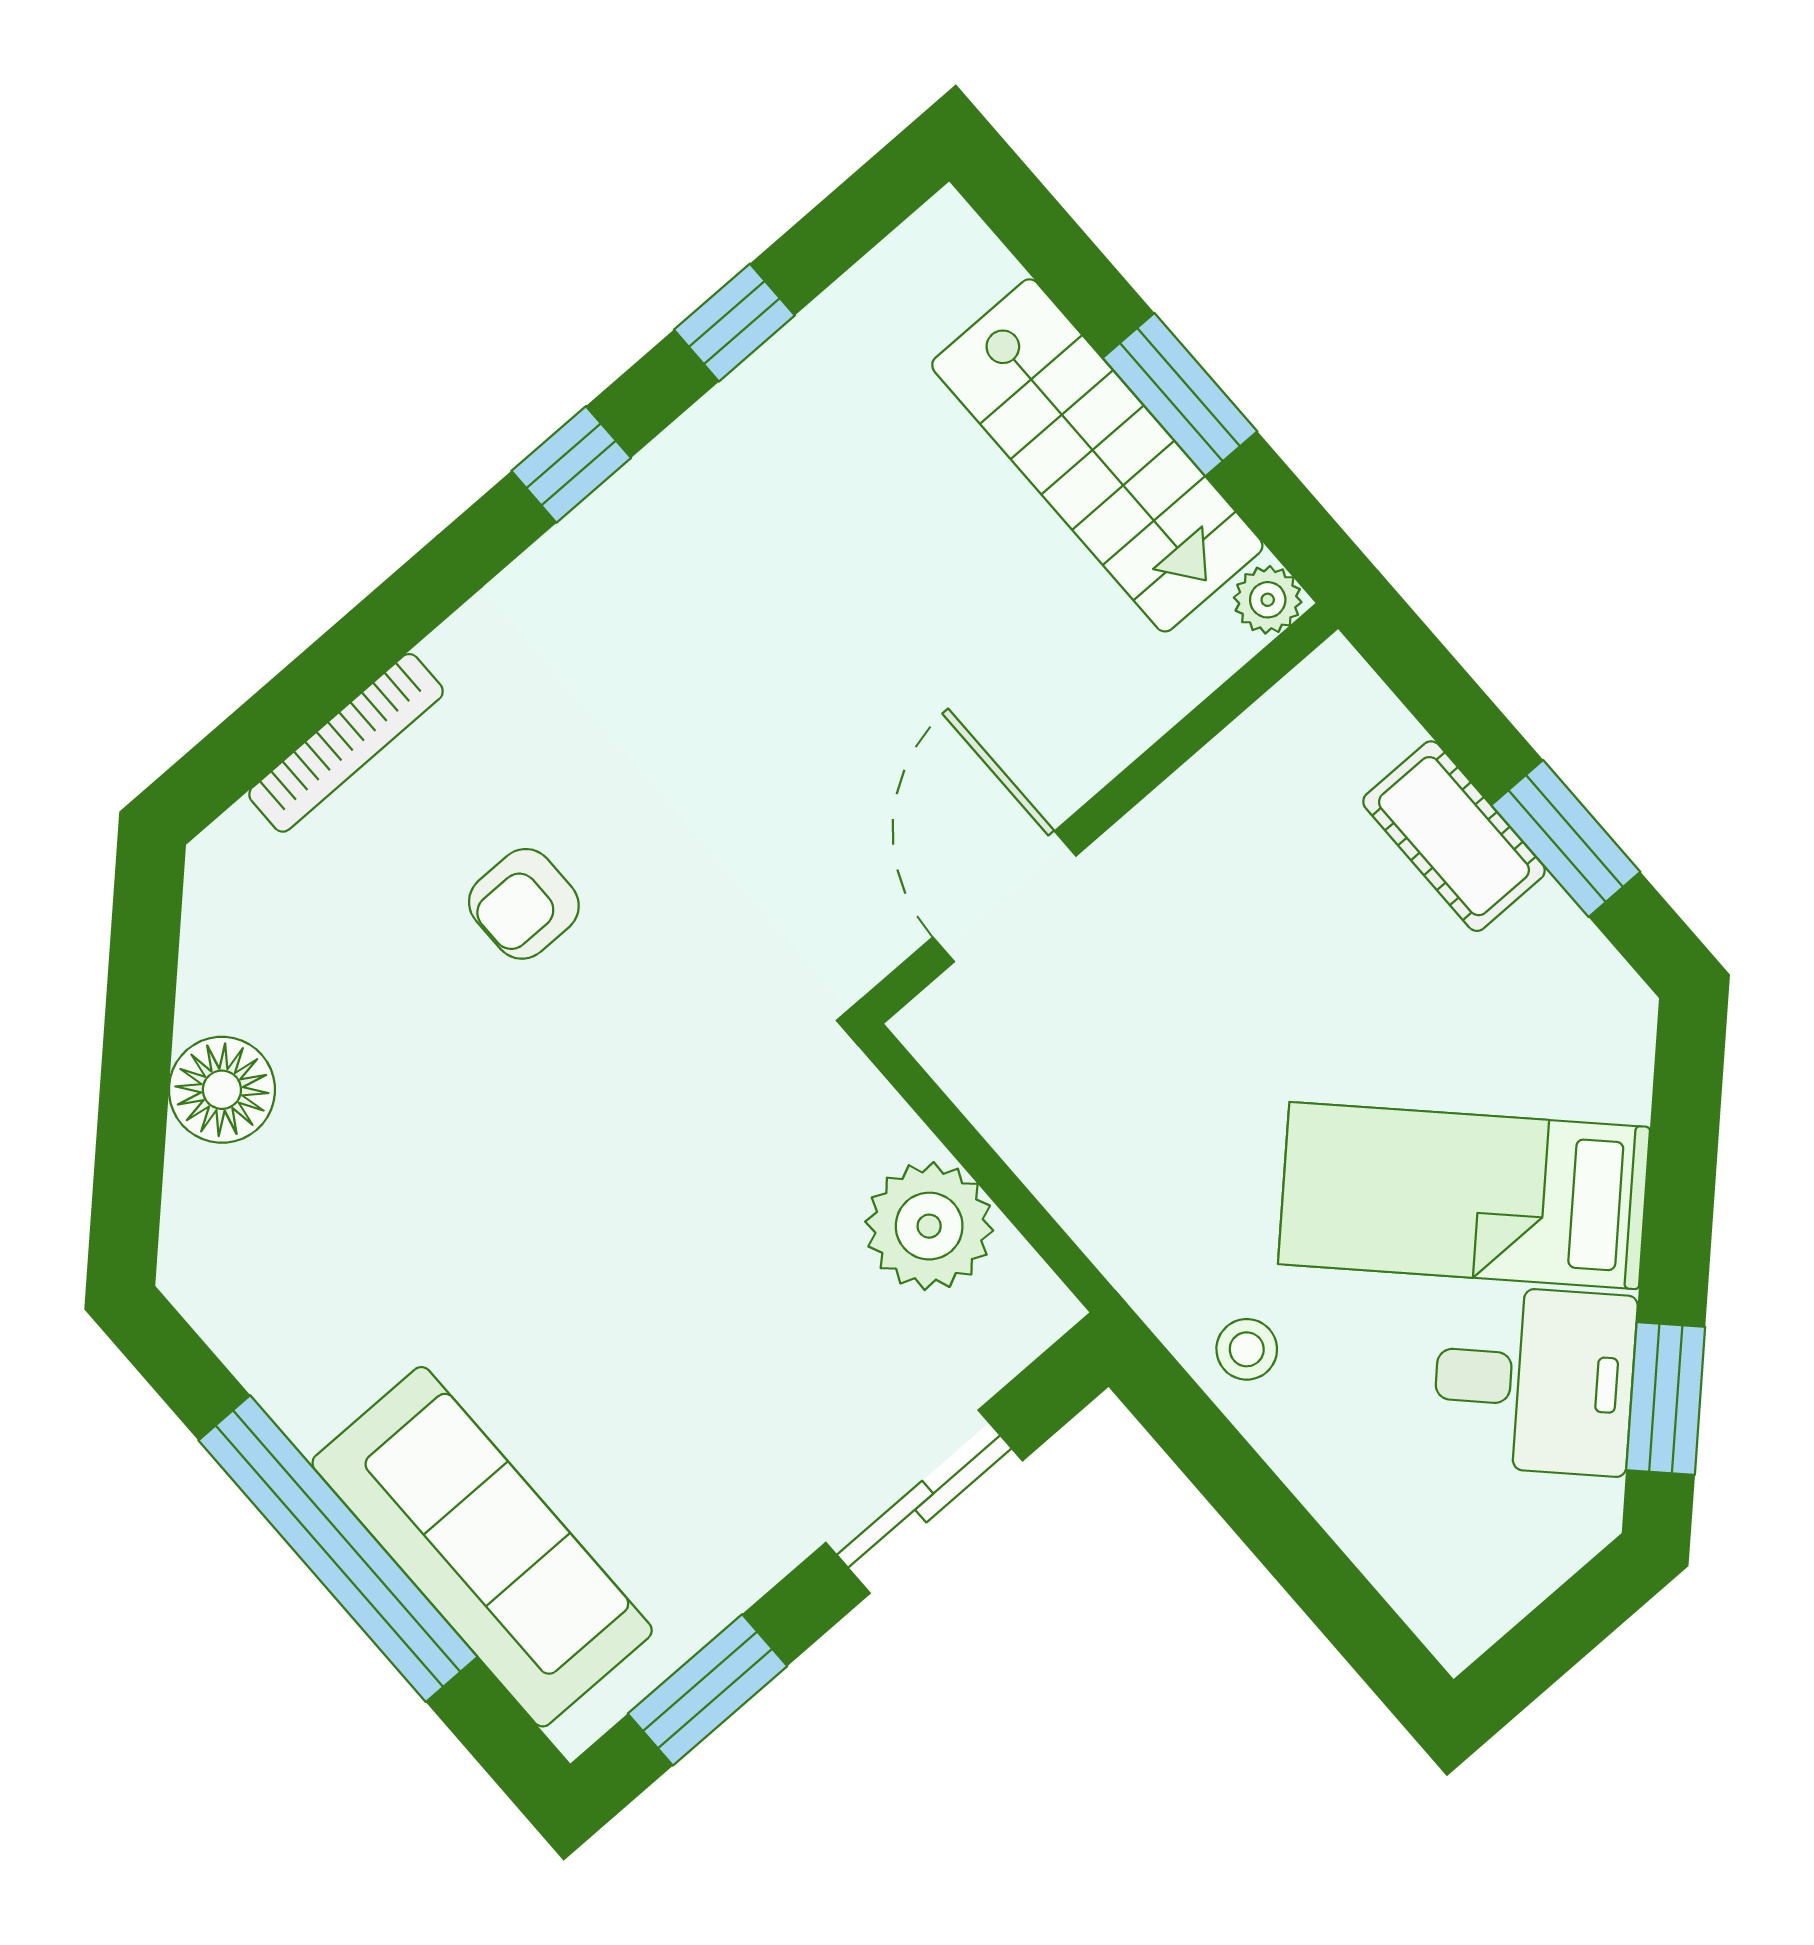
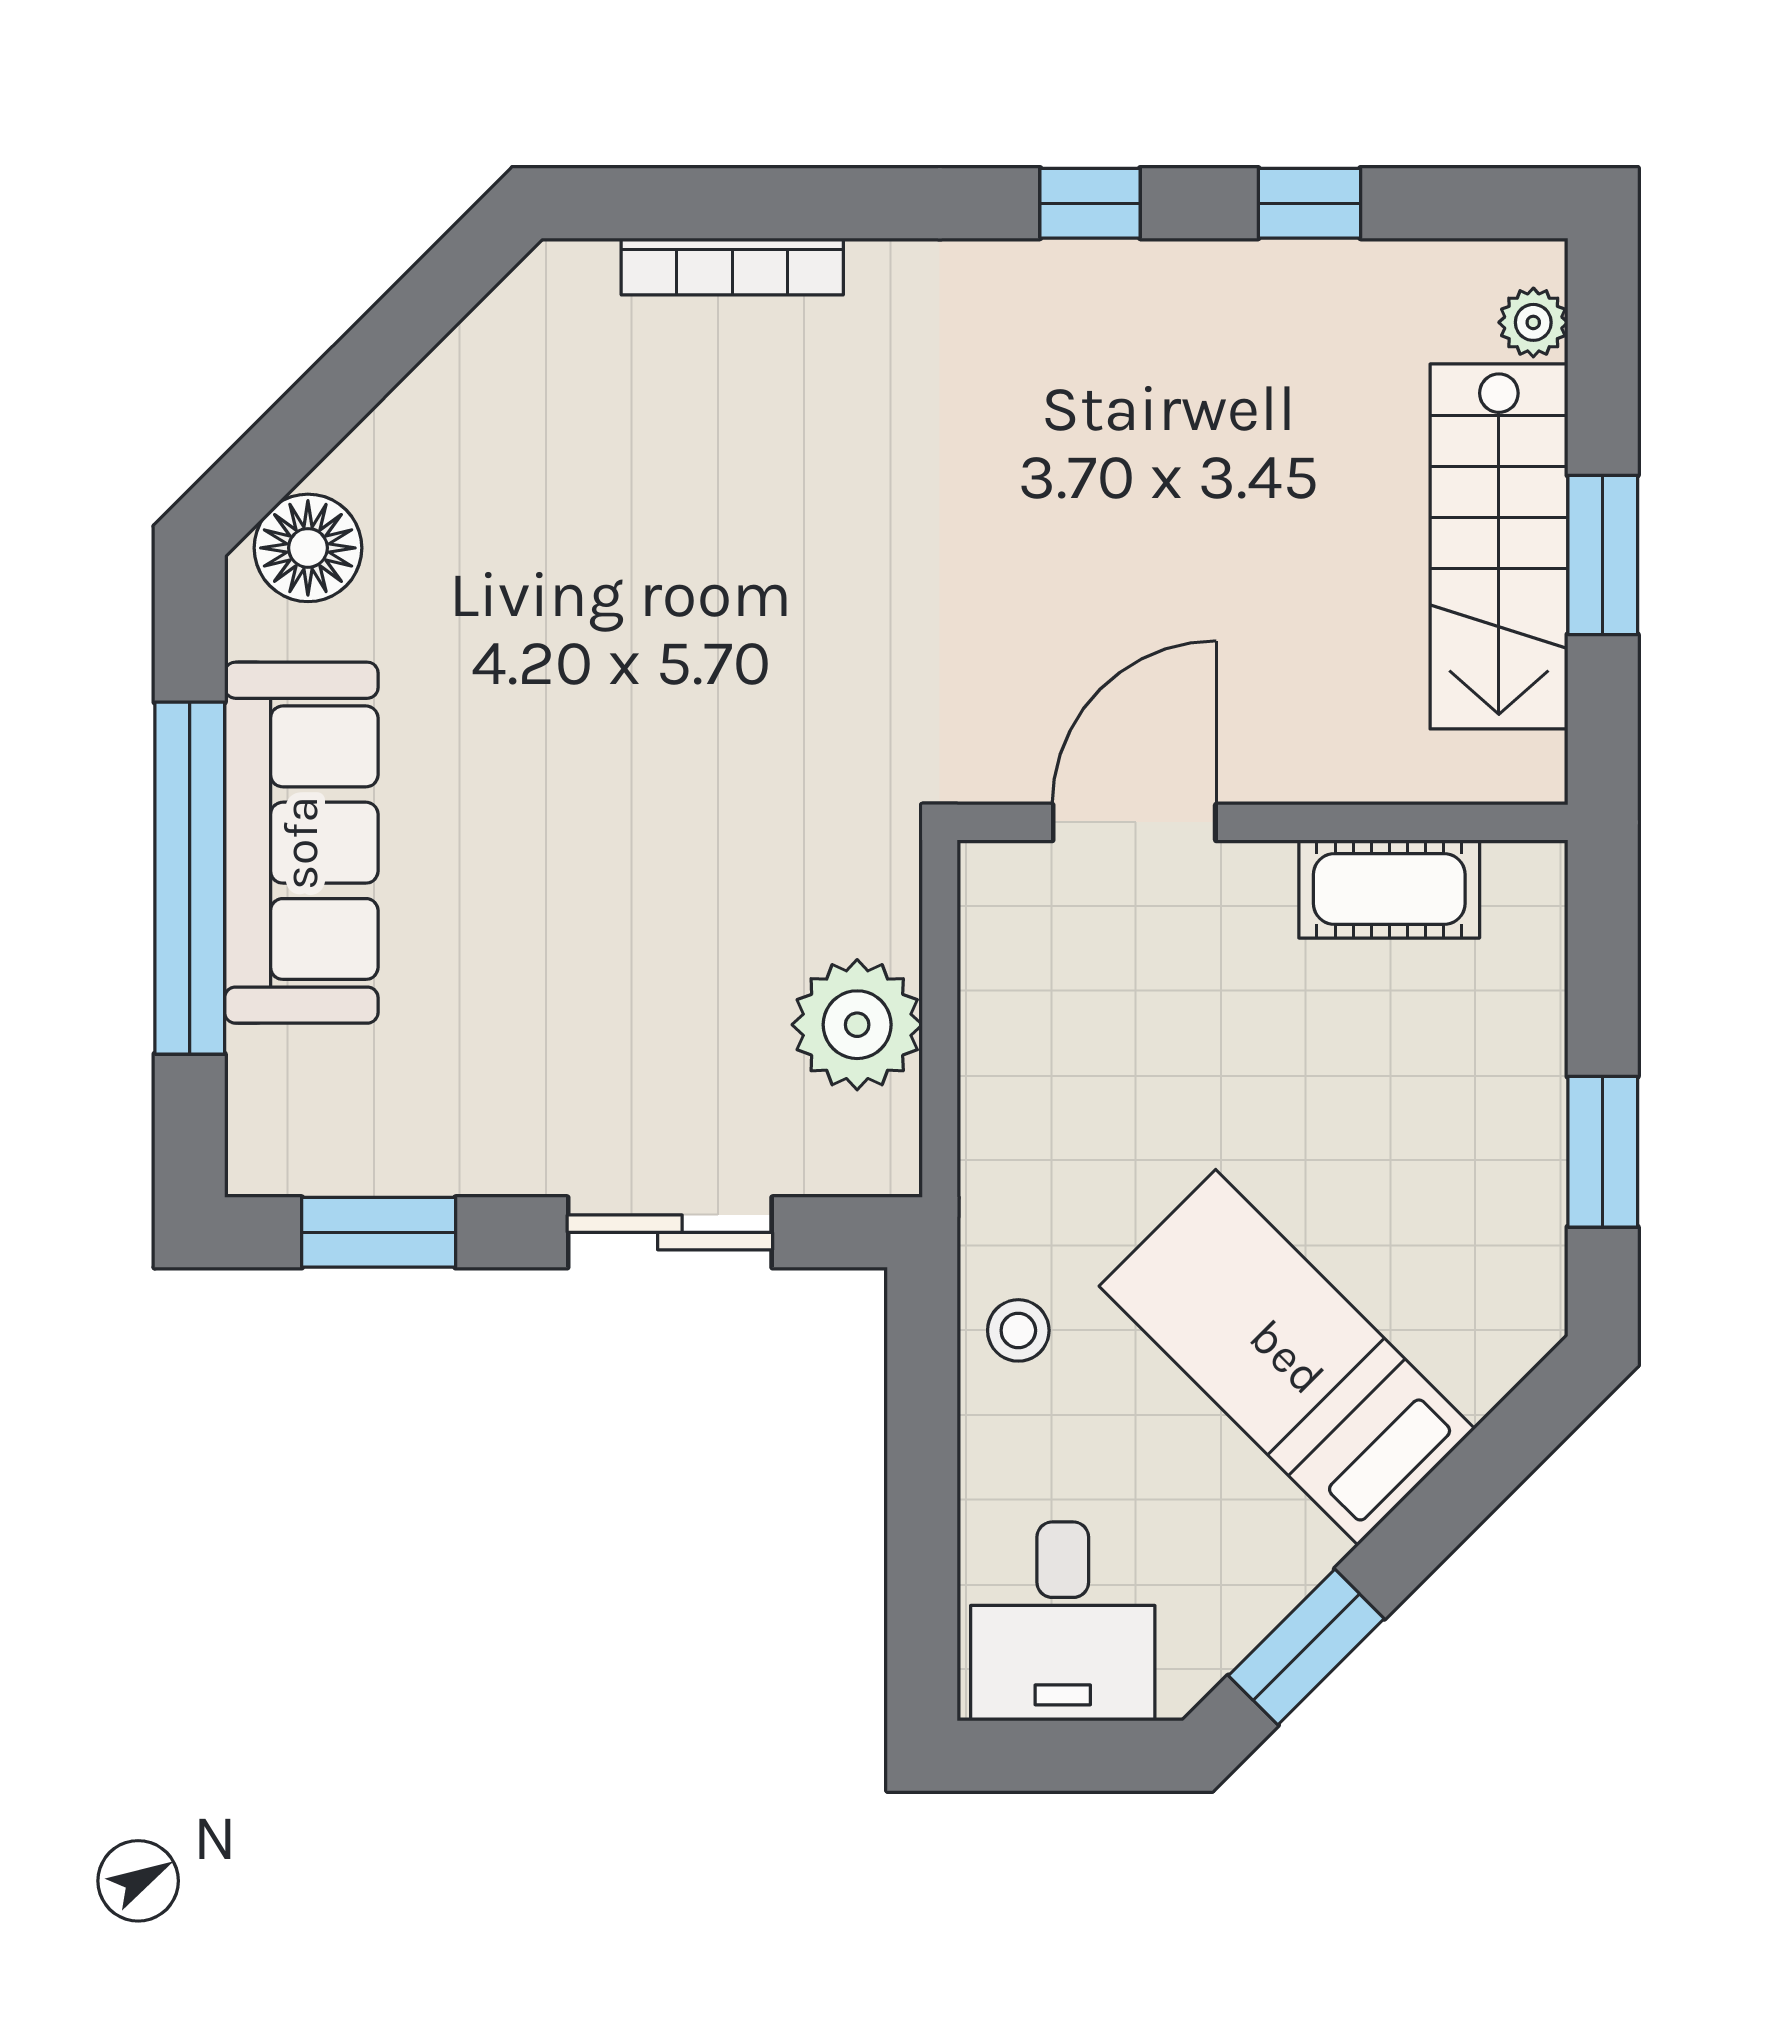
plant: (1268, 600) -> (1533, 322), moved
cot: (1454, 836) -> (1389, 889), moved, turned 90
armchair: (524, 904) -> (761, 508), removed
floor lamp: (222, 1090) -> (308, 548), moved
desk: (1534, 1380) -> (1063, 1621), moved, turned 45
sofa: (482, 1547) -> (301, 843), moved

